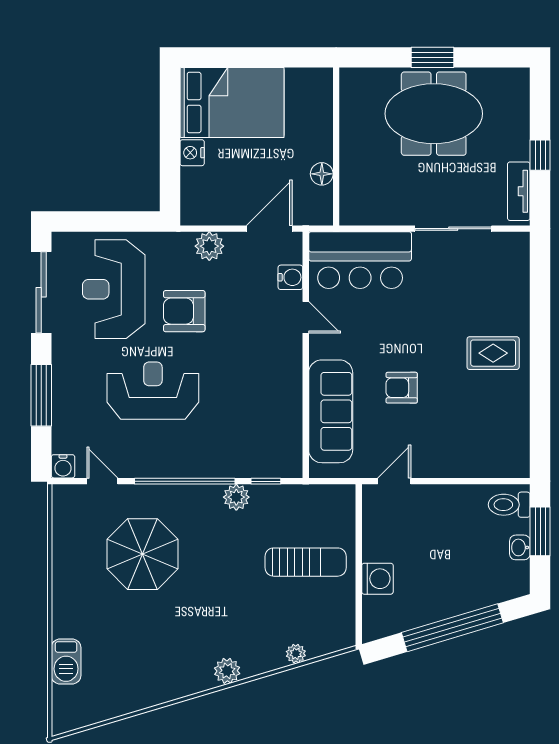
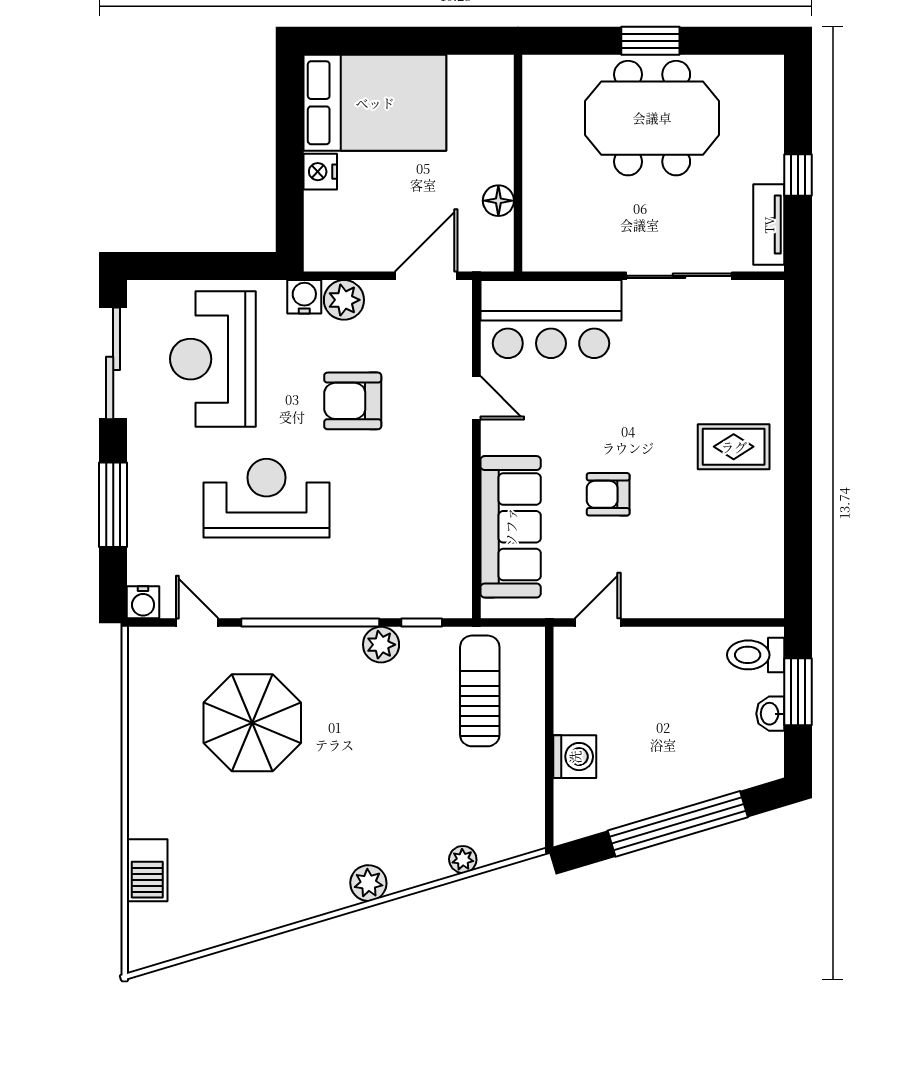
water cooler: (290, 277) -> (304, 297), moved, turned -90
armchair: (184, 311) -> (353, 401), moved
sun lounger: (306, 562) -> (480, 691), moved, turned -90

